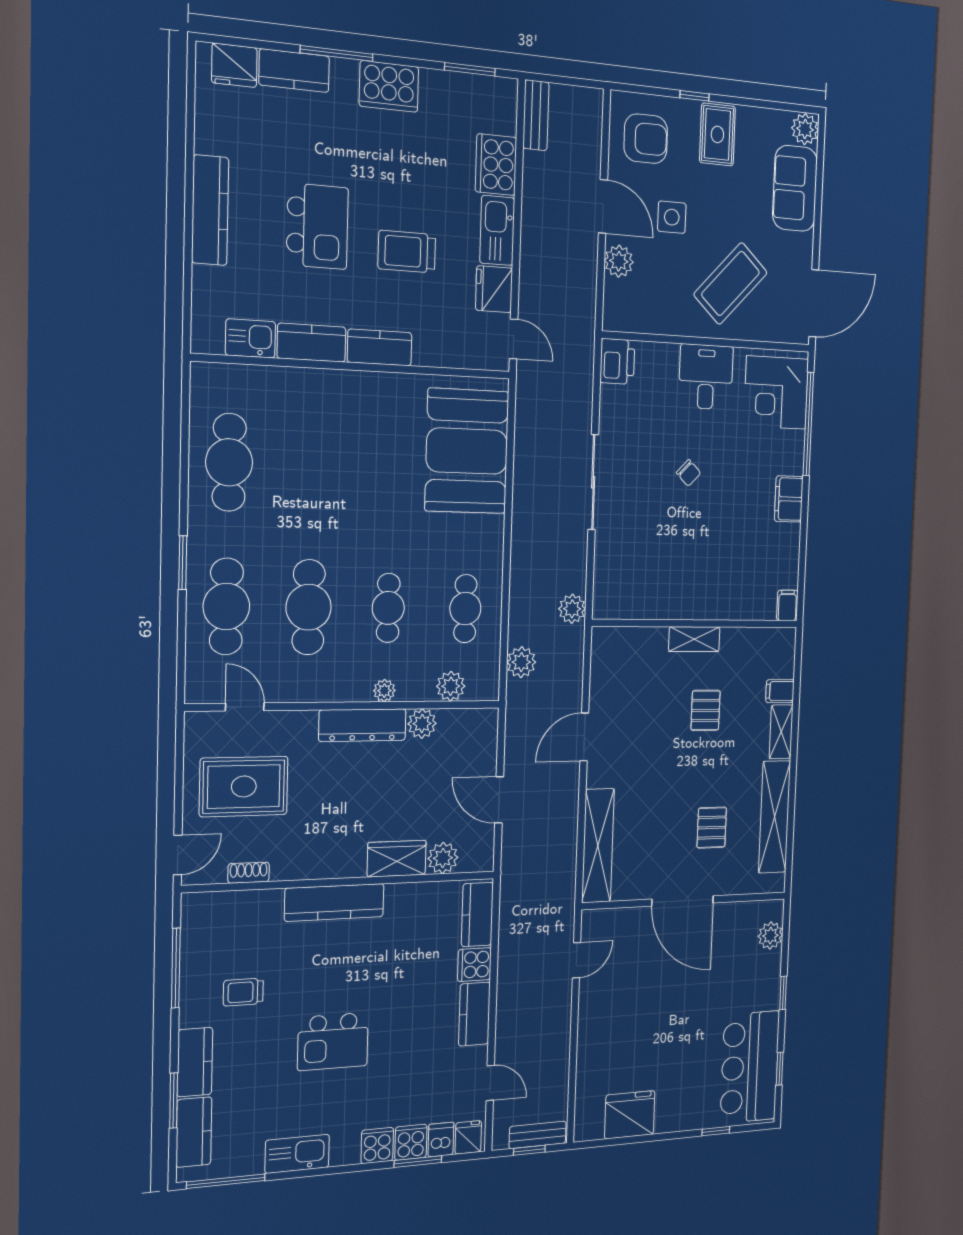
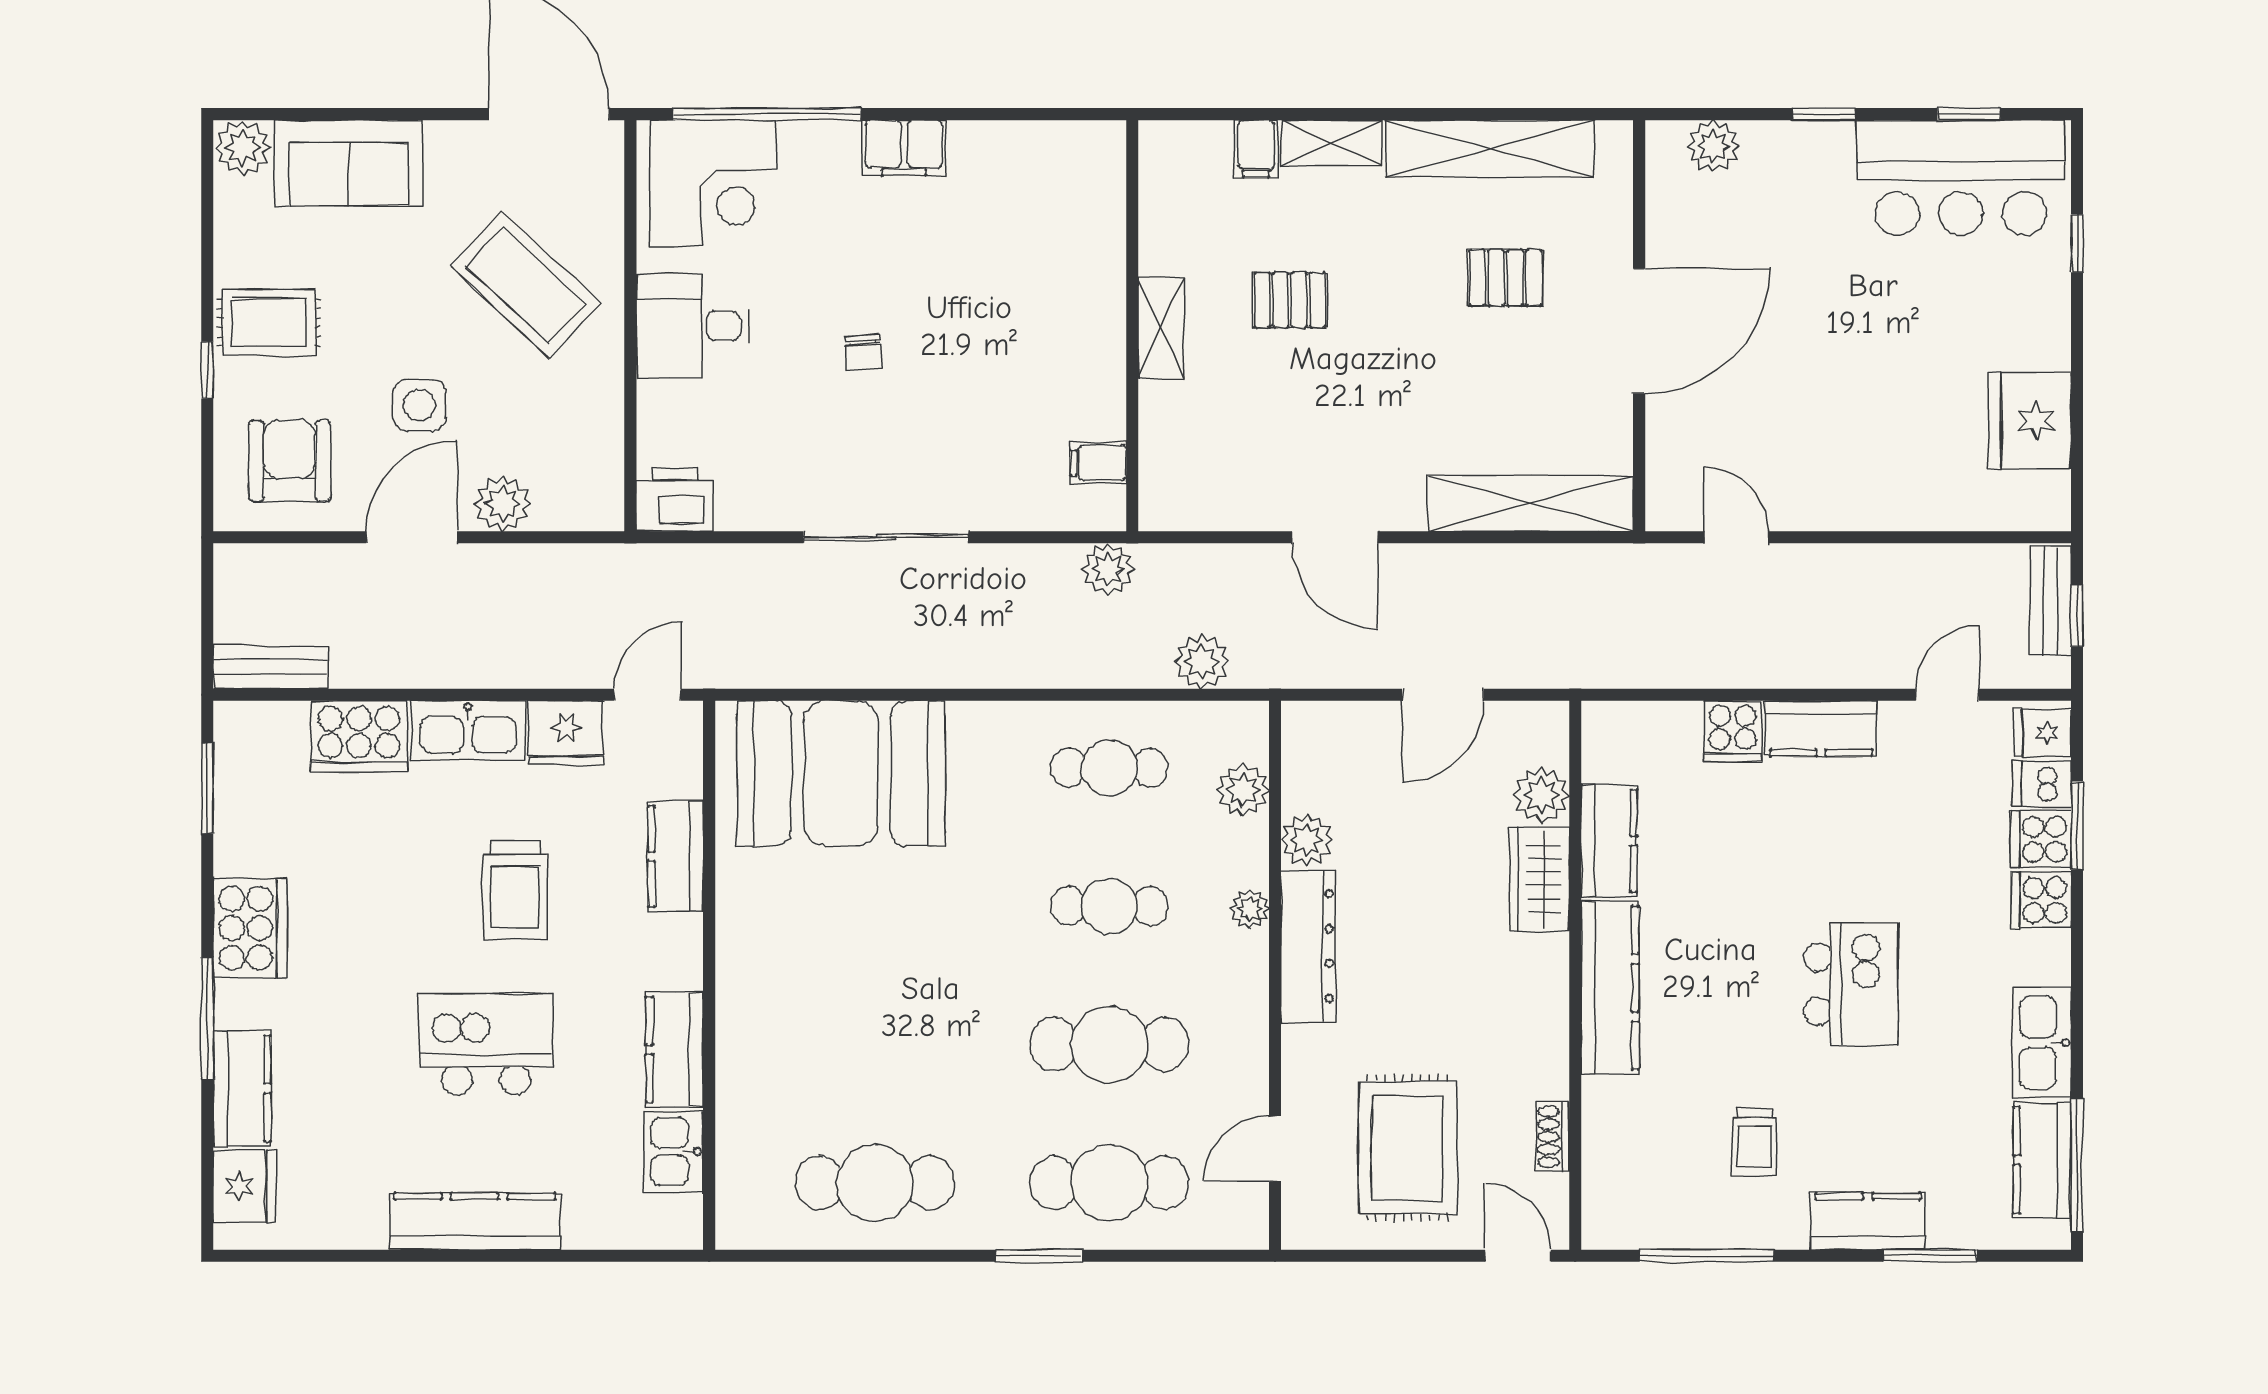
kitchen counter: (380, 347) -> (676, 856), moved
chair: (689, 473) -> (864, 353), turned 131
filing cabinet: (787, 605) -> (1098, 463), moved
kitchen counter: (477, 915) -> (1609, 841), moved, turned -90
kitchen counter: (194, 1132) -> (2042, 1160), moved, turned -90

